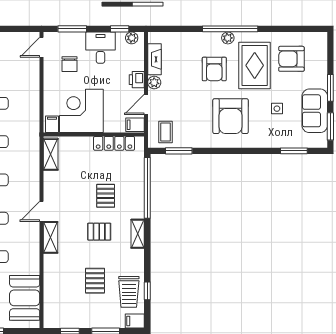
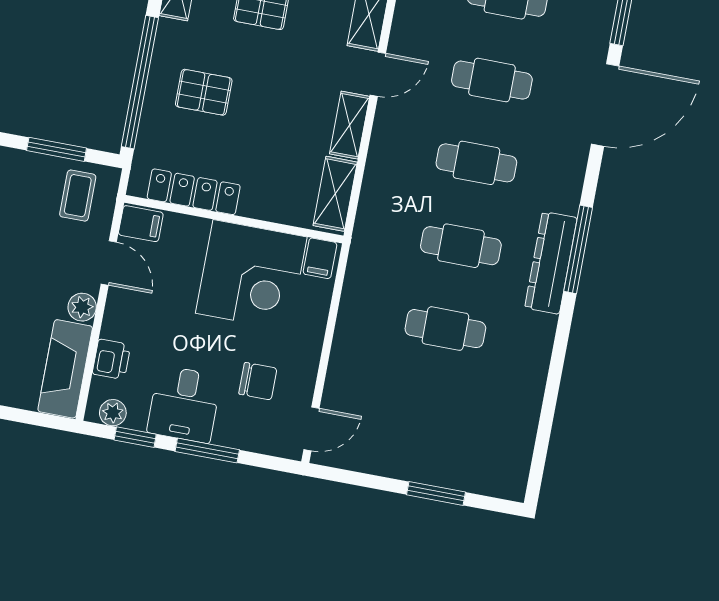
window: (72, 29) -> (207, 451), moved
fireplace: (155, 59) -> (65, 369), width x1.37, depth x1.32
chair: (70, 64) -> (258, 381), turned 90
printer: (137, 80) -> (111, 359), moved
door: (146, 104) -> (109, 263), hinge flipped
shelving: (50, 186) -> (350, 125), added
pallet: (106, 196) -> (204, 92), moved, turned 90

